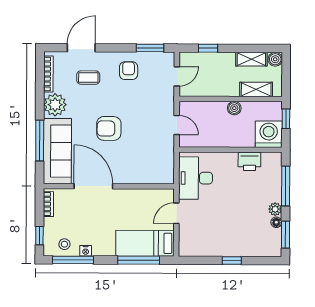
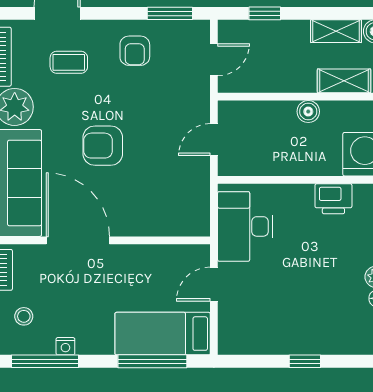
armchair: (129, 71) -> (135, 51), turned 180
door: (177, 125) -> (214, 140), swing flipped
stool: (64, 244) -> (24, 316), moved

